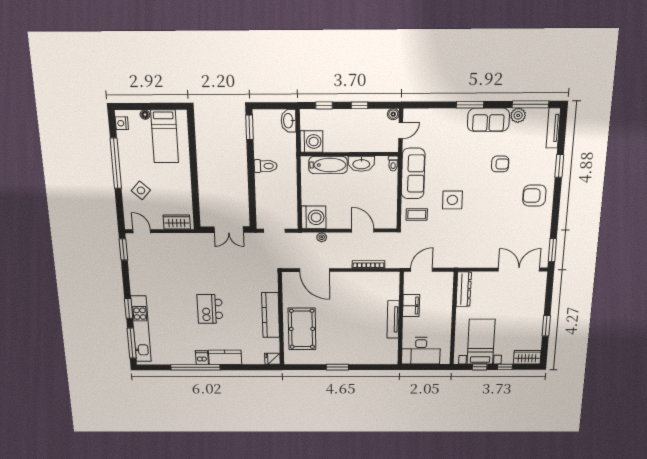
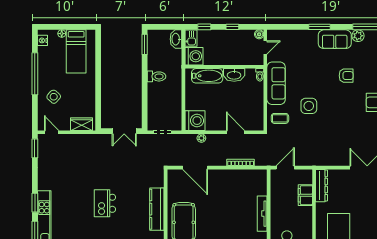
kitchen sink: (307, 119) -> (191, 38), added
filing cabinet: (411, 306) -> (305, 195), moved, turned 180

